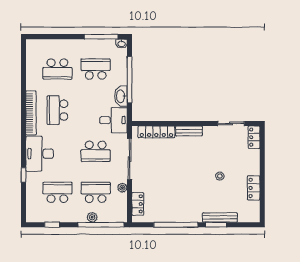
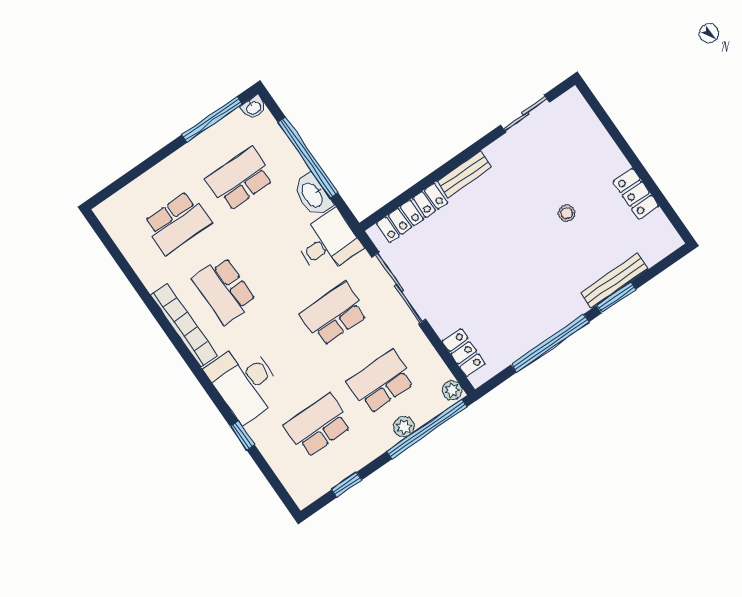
locker: (254, 137) -> (579, 110), removed
school desk: (96, 151) -> (334, 314), turned 180
plant: (122, 188) -> (452, 390), moved

